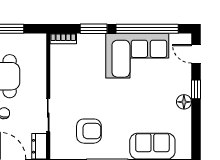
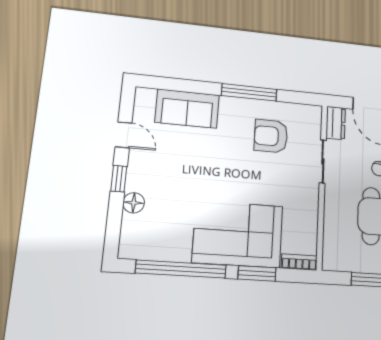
door: (196, 54) -> (124, 135), moved
corner sofa: (137, 56) -> (238, 234), moved
floor lamp: (184, 102) -> (134, 203), moved

